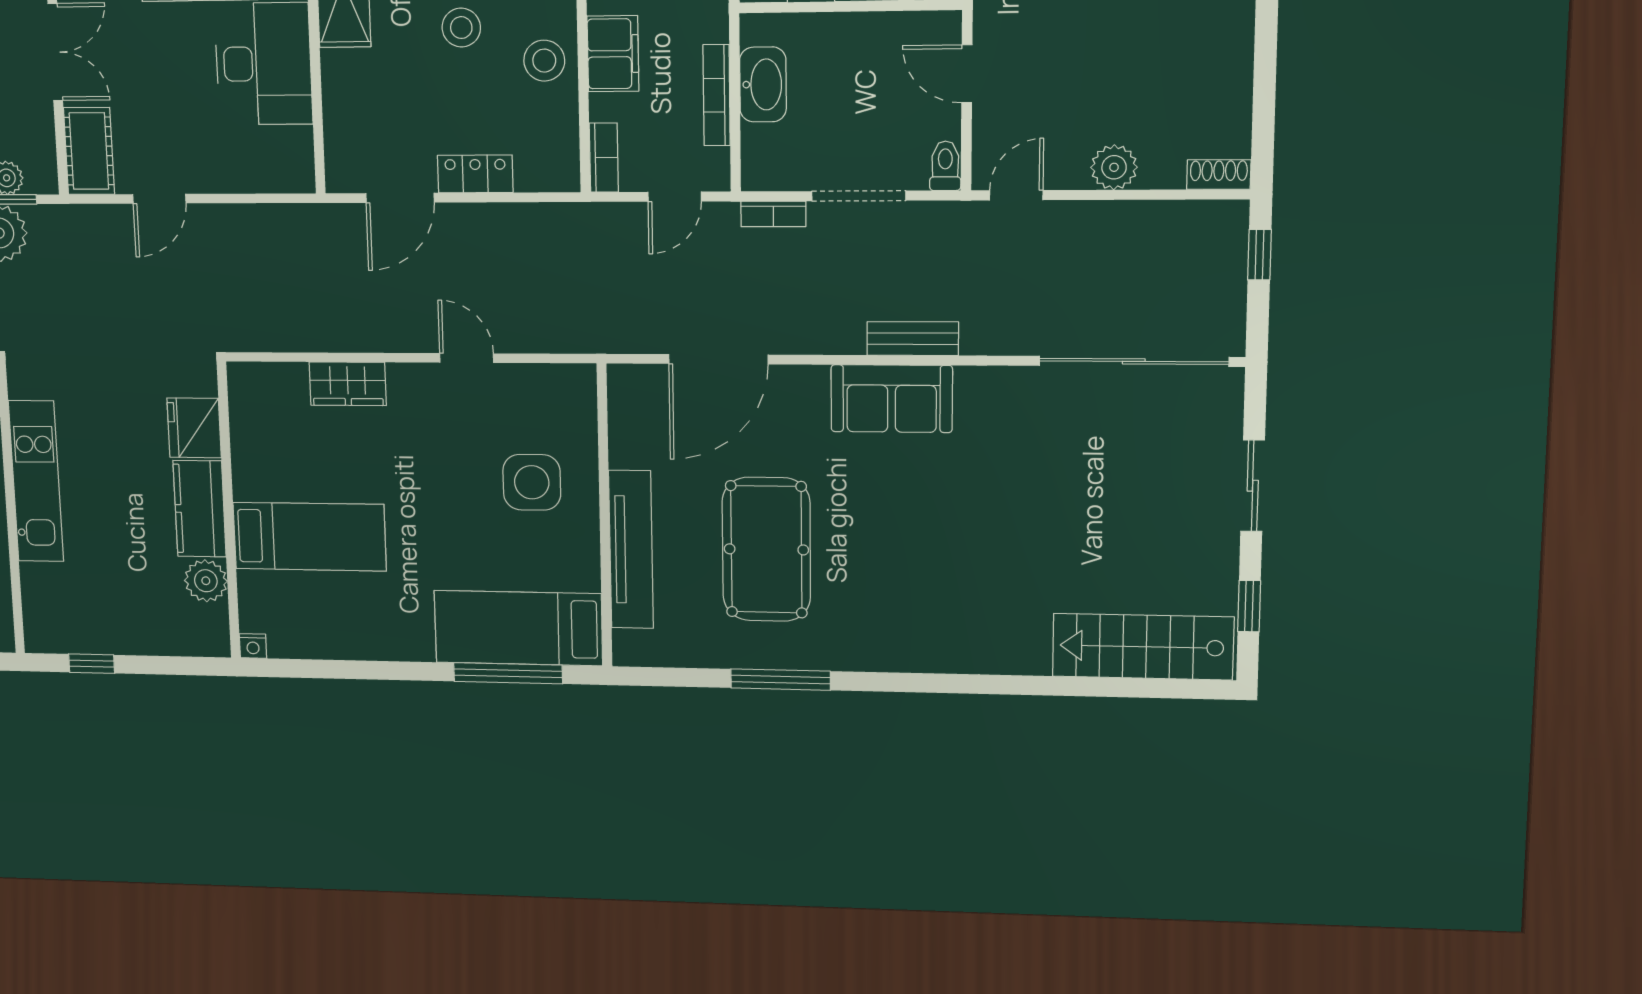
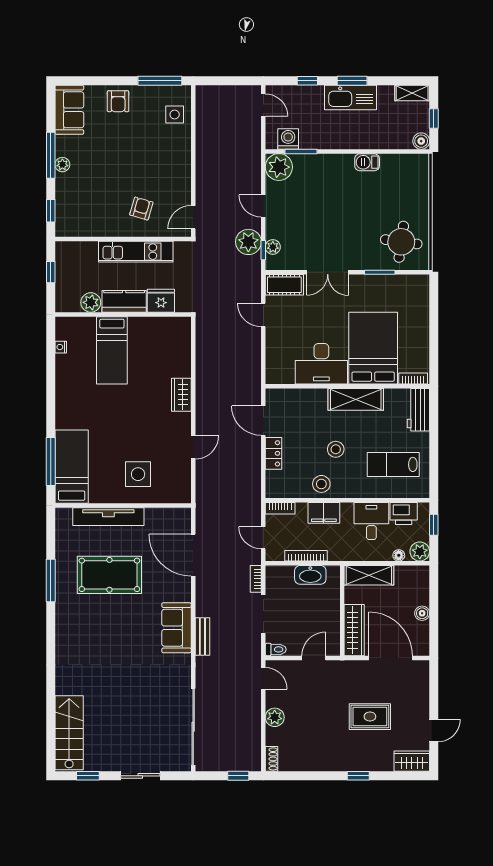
fridge: (194, 428) -> (161, 301), moved
kitchen counter: (200, 509) -> (124, 301), moved
wall: (229, 511) -> (123, 314), moved
bed: (309, 537) -> (112, 350), moved
plant: (206, 581) -> (91, 302), moved

